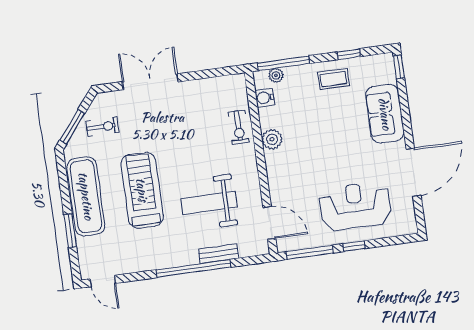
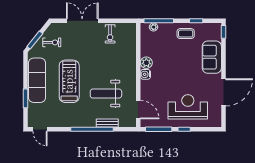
water cooler: (265, 98) -> (145, 74), moved
exercise bike: (239, 127) -> (110, 34), moved

